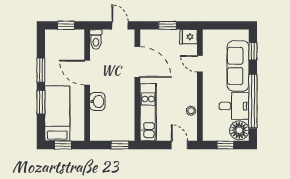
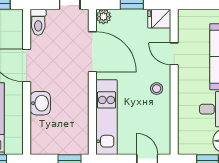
plant: (146, 35) -> (103, 17), added
stool: (191, 111) -> (157, 89), moved

